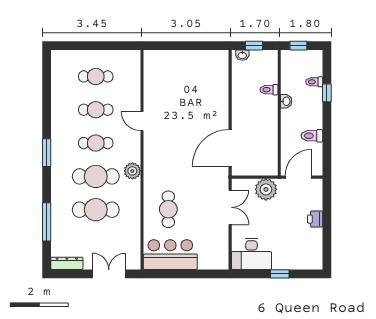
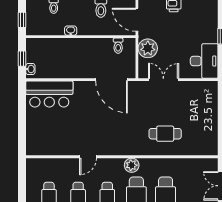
toilet: (269, 90) -> (118, 46), moved
bar counter: (170, 255) -> (49, 94), moved, turned -90

